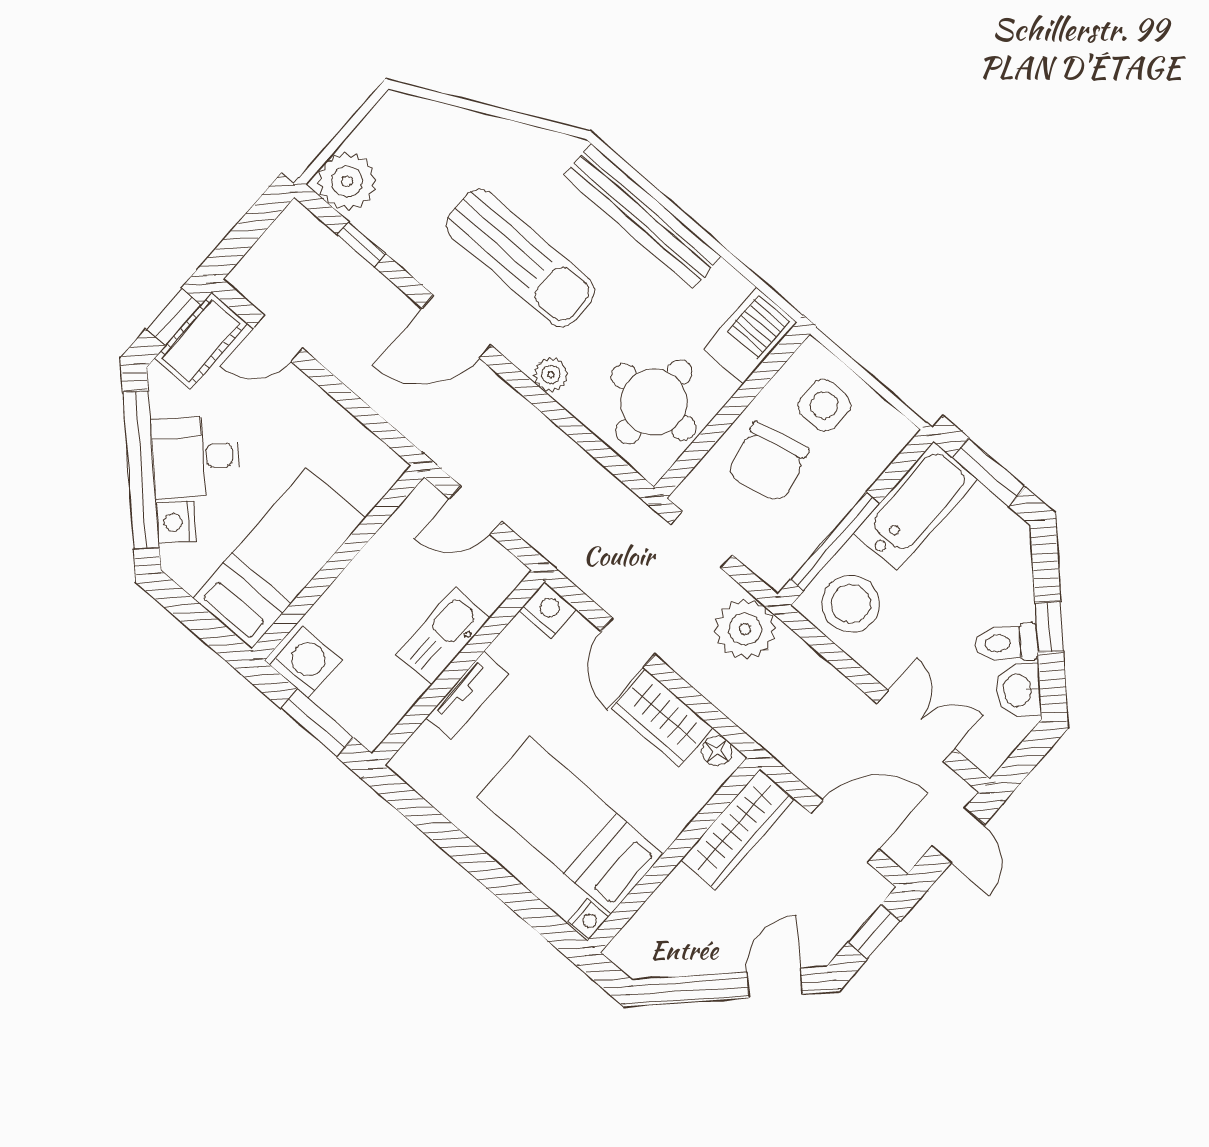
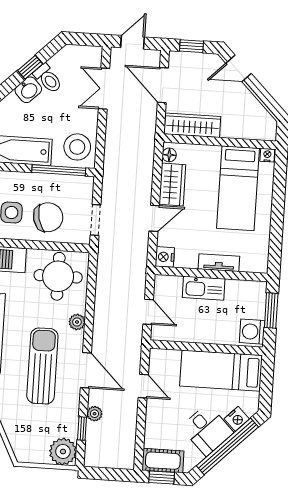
door: (278, 338) -> (143, 386), moved
plant: (745, 629) -> (95, 414), moved, width x0.53, depth x0.53
washbasin: (1018, 690) -> (28, 90), moved

